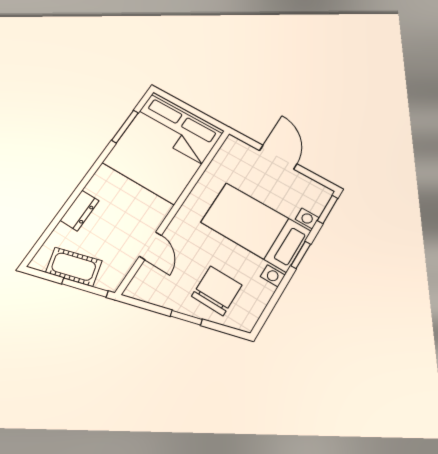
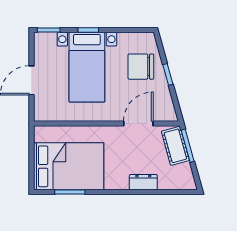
bed: (163, 147) -> (69, 166), width x0.73
door: (150, 246) -> (138, 123), width x1.38
cot: (74, 267) -> (175, 146), moved

